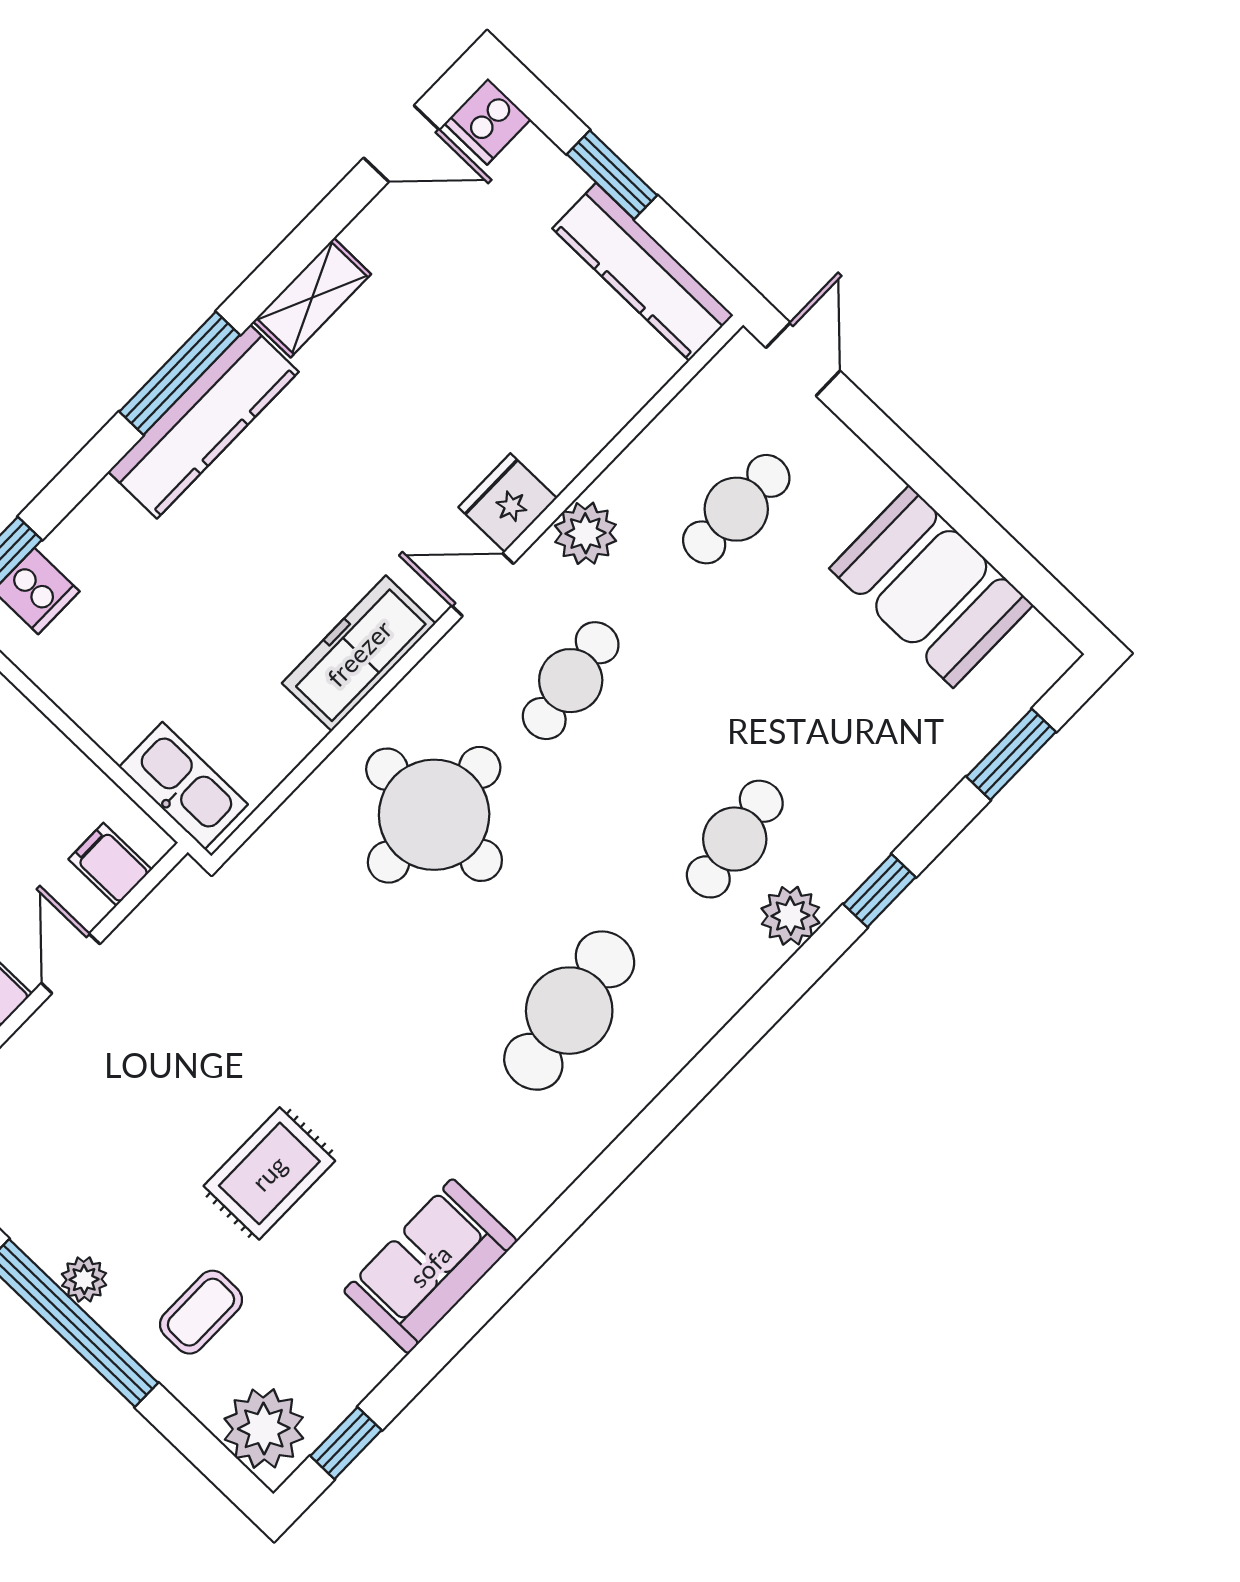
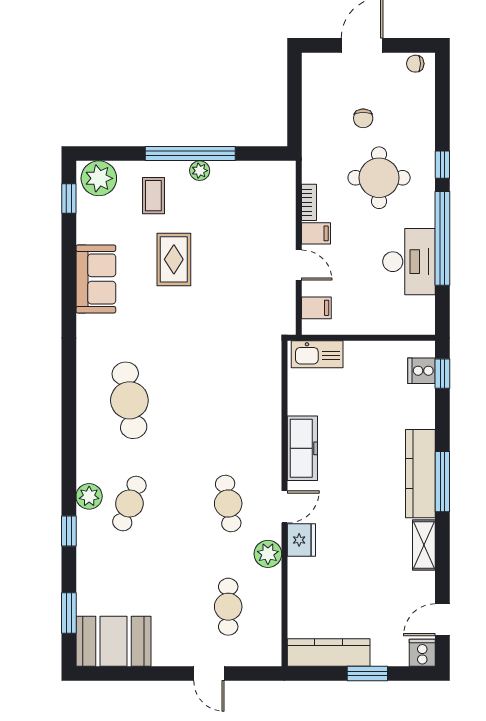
door: (803, 359) -> (209, 673), moved
booth: (931, 587) -> (113, 641), moved
round table: (434, 815) -> (230, 421), removed
cafe table: (735, 839) -> (129, 504), turned 30

